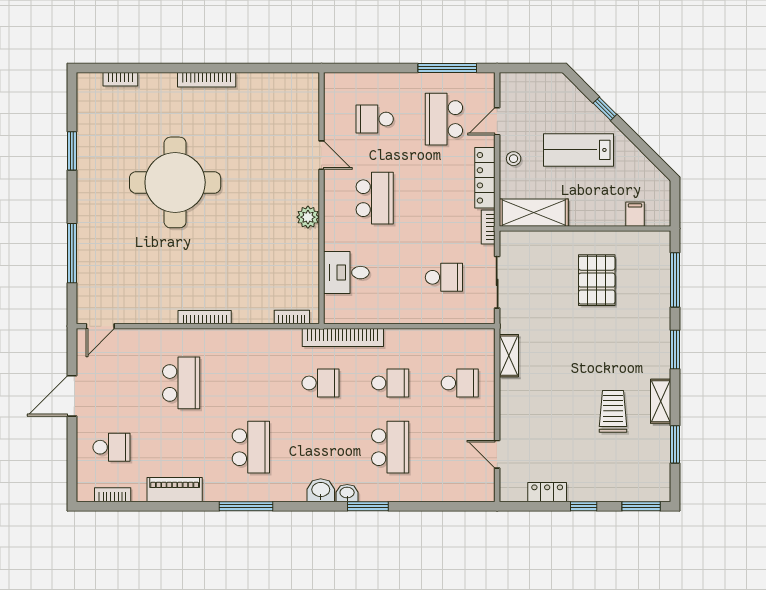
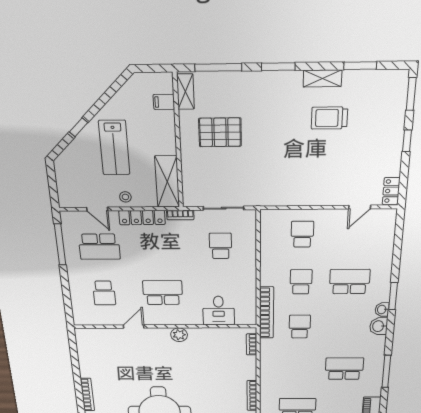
shelving: (509, 356) -> (185, 92), moved, turned 90
locker: (547, 492) -> (391, 191), moved

